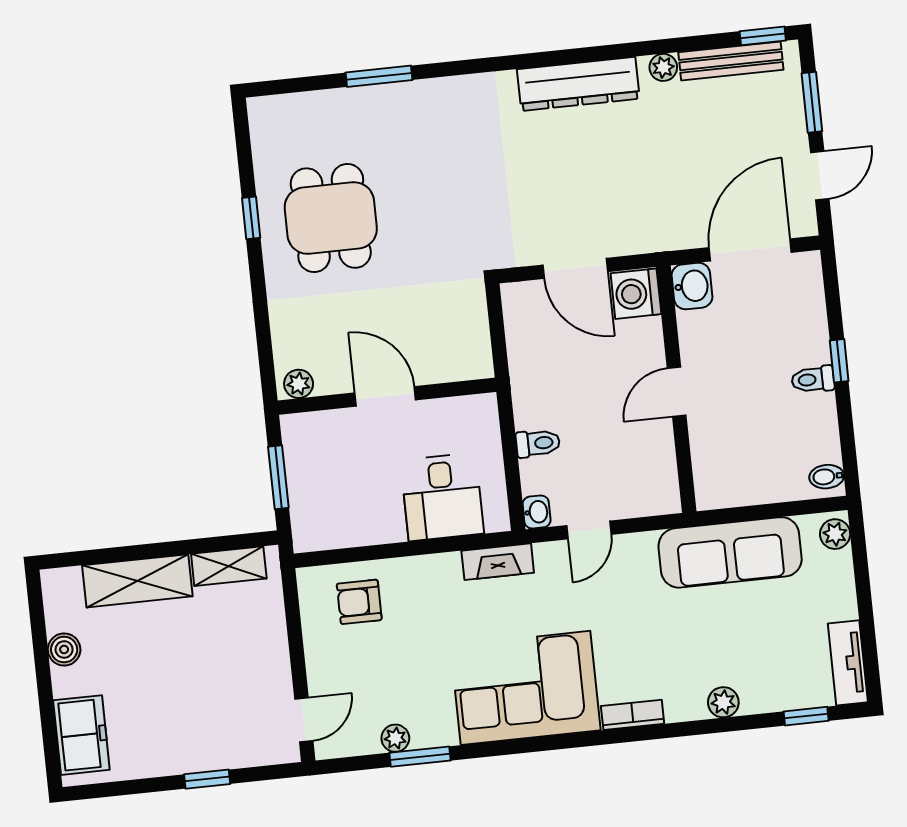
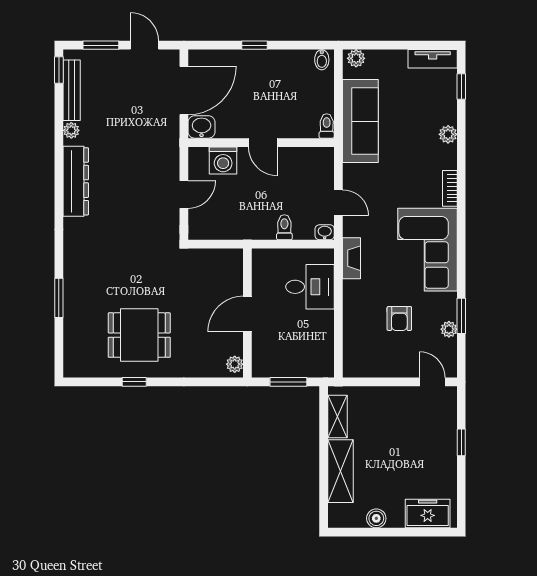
door: (750, 250) -> (184, 91), swing flipped
door: (575, 268) -> (184, 194), width x0.73
washing machine: (636, 294) -> (223, 160), moved
toilet: (813, 379) -> (327, 126), moved, turned 180
armchair: (359, 602) -> (399, 318), moved

